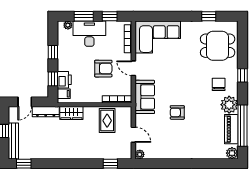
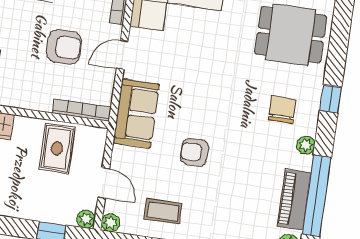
door: (133, 68) -> (122, 55), hinge flipped
plant: (229, 105) -> (306, 145), width x0.53, depth x0.53
coffee table: (165, 145) -> (163, 211), added
plant: (127, 154) -> (86, 219), added

